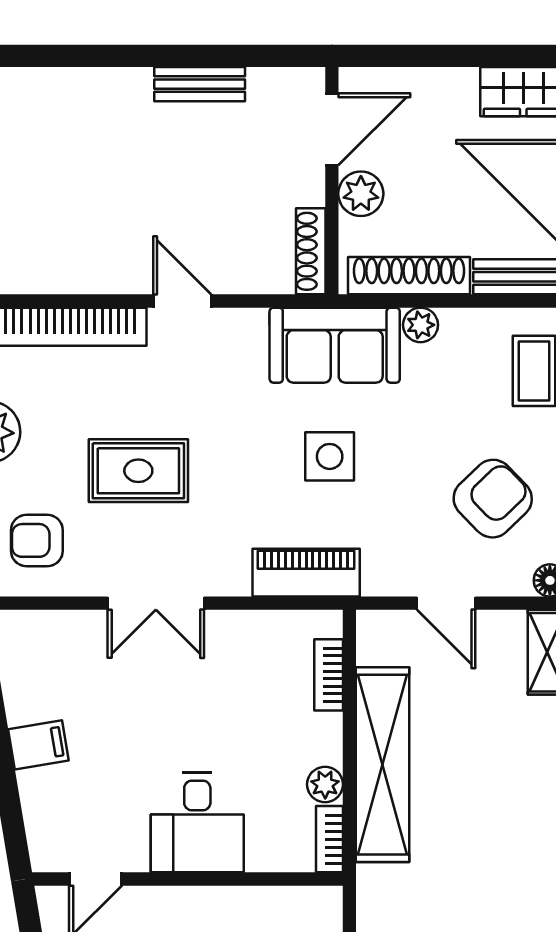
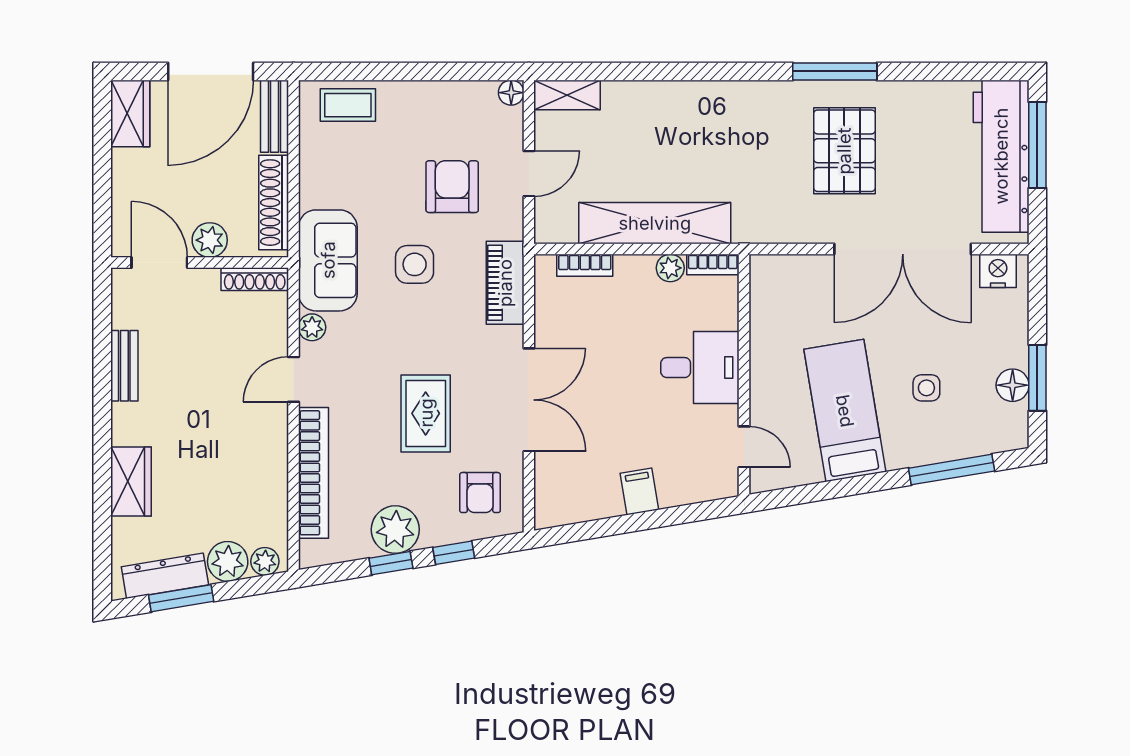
wardrobe: (51, 93) -> (131, 481), added
plant: (421, 325) -> (312, 327), moved
armchair: (493, 499) -> (452, 187), moved, turned 44
double door: (156, 603) -> (529, 400), width x1.37

